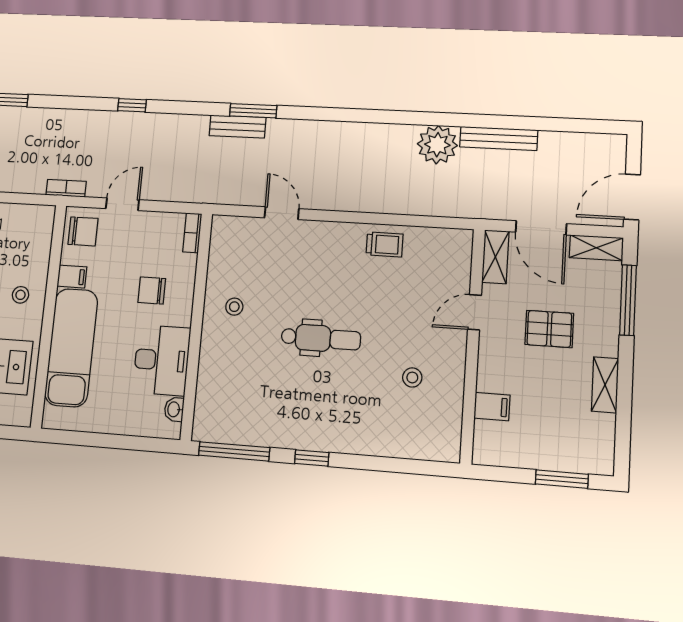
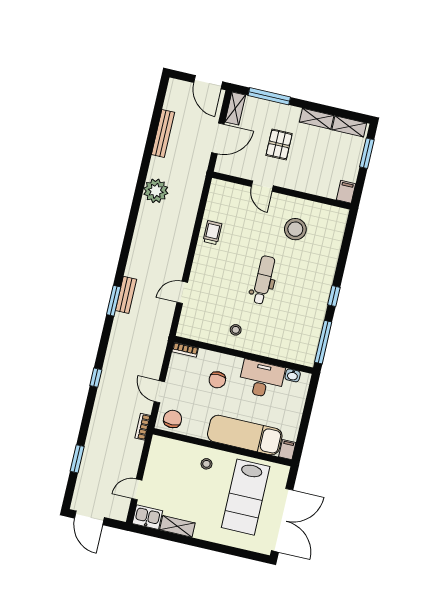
bench: (238, 127) -> (126, 295), moved
bench: (499, 138) -> (163, 133), moved
shelving: (495, 257) -> (349, 126), moved
filing cabinet: (72, 277) -> (287, 450), moved
stool: (412, 377) -> (295, 229), width x1.89, depth x1.89
filing cabinet: (492, 407) -> (346, 192), moved

